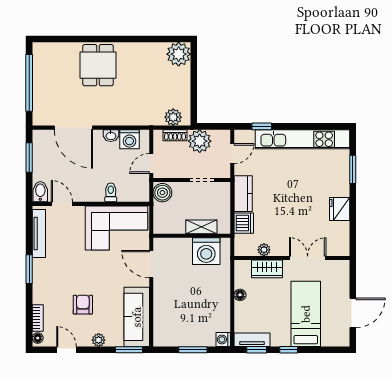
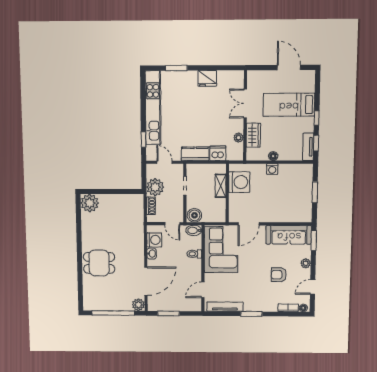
plant: (173, 117) -> (138, 305), moved
bidet: (40, 192) -> (194, 230), moved
washing machine: (223, 340) -> (272, 169), moved

